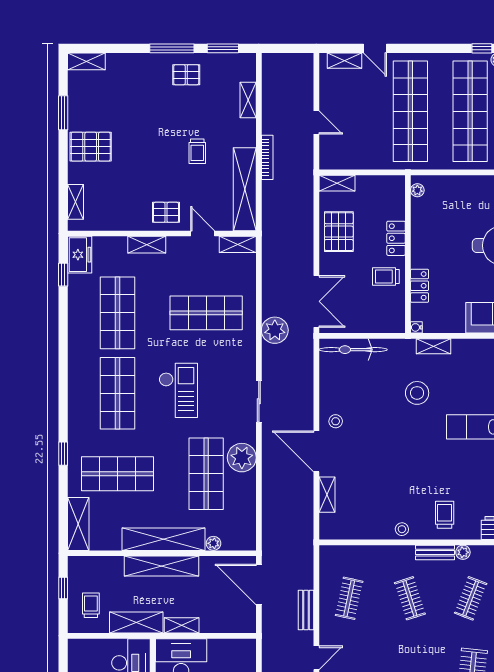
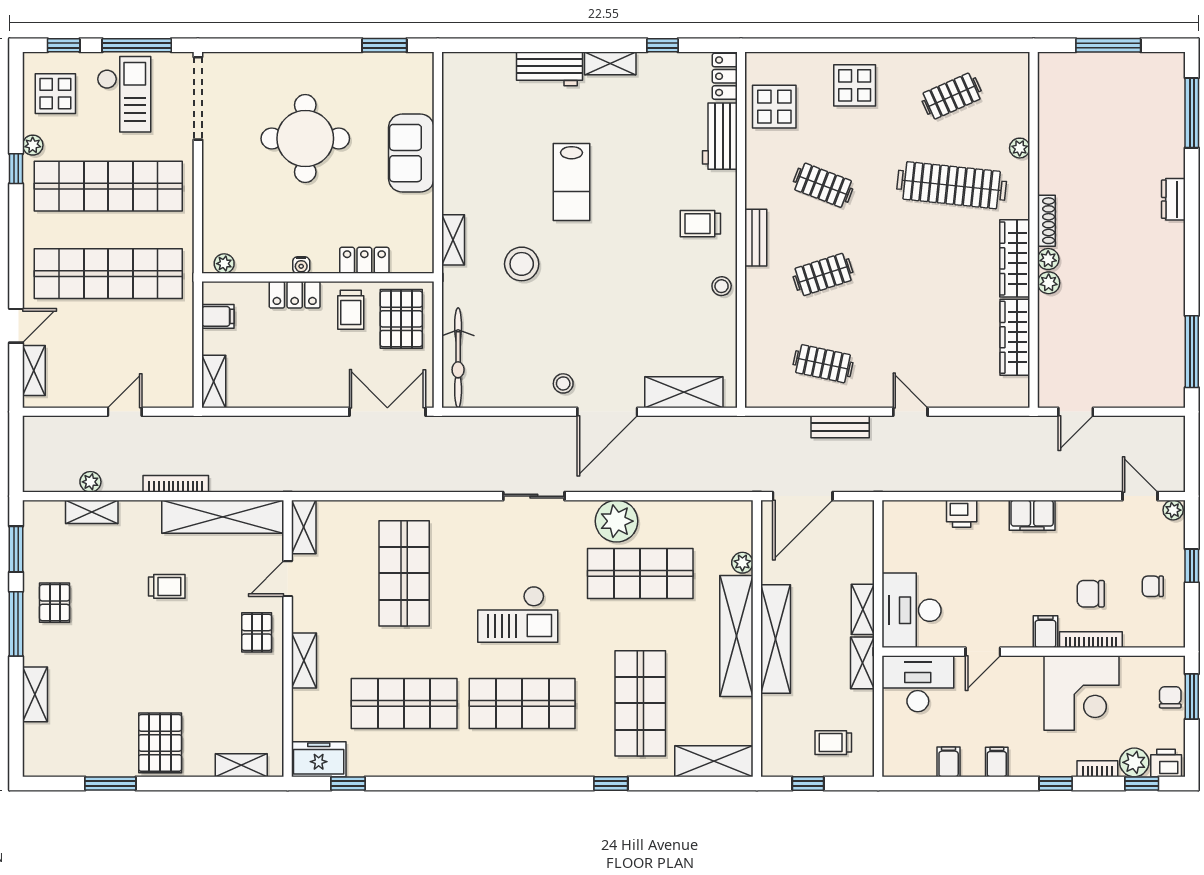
shelving: (86, 61) -> (35, 694), moved
filing cabinet: (381, 186) -> (218, 316), added
pallet: (339, 232) -> (401, 319), moved, turned 90
water cooler: (416, 327) -> (301, 265), moved
plant: (275, 330) -> (90, 482), moved, width x0.53, depth x0.53
checkout: (178, 390) -> (518, 614), turned 180
shelving: (327, 495) -> (684, 392), width x1.50, depth x1.33
plant: (463, 552) -> (755, 197), removed
shelving: (136, 622) -> (862, 663), width x0.67, depth x0.75

